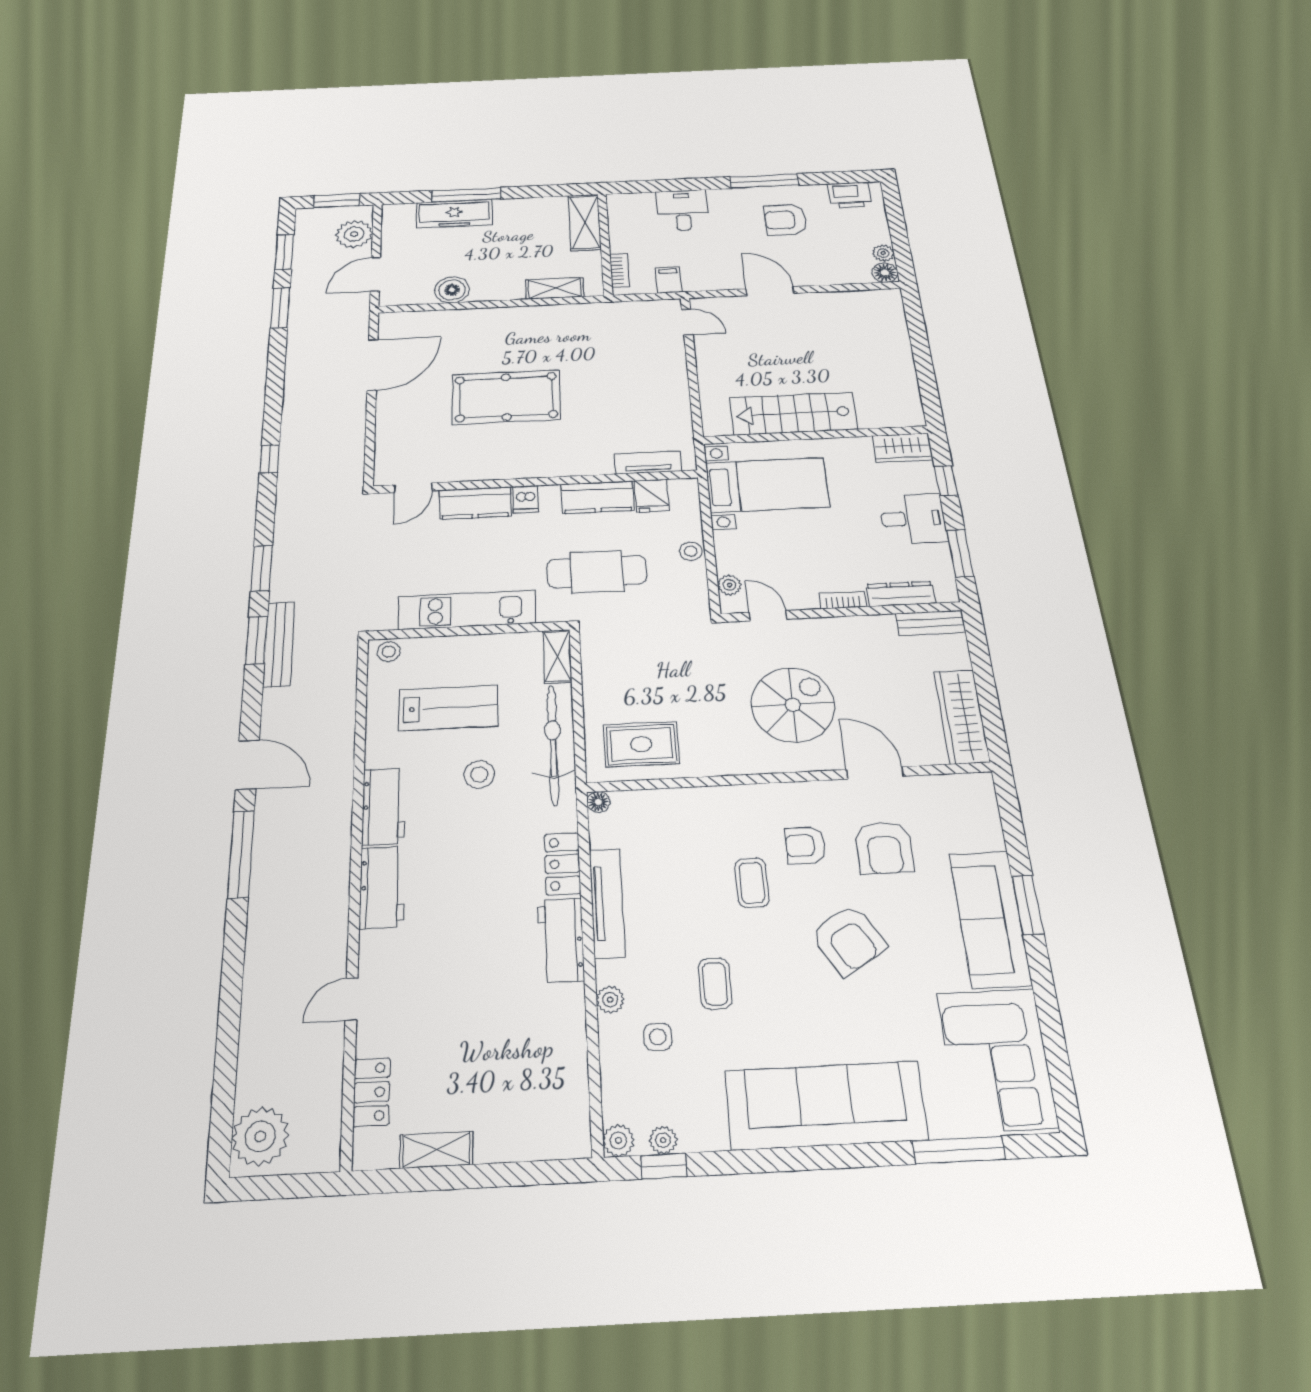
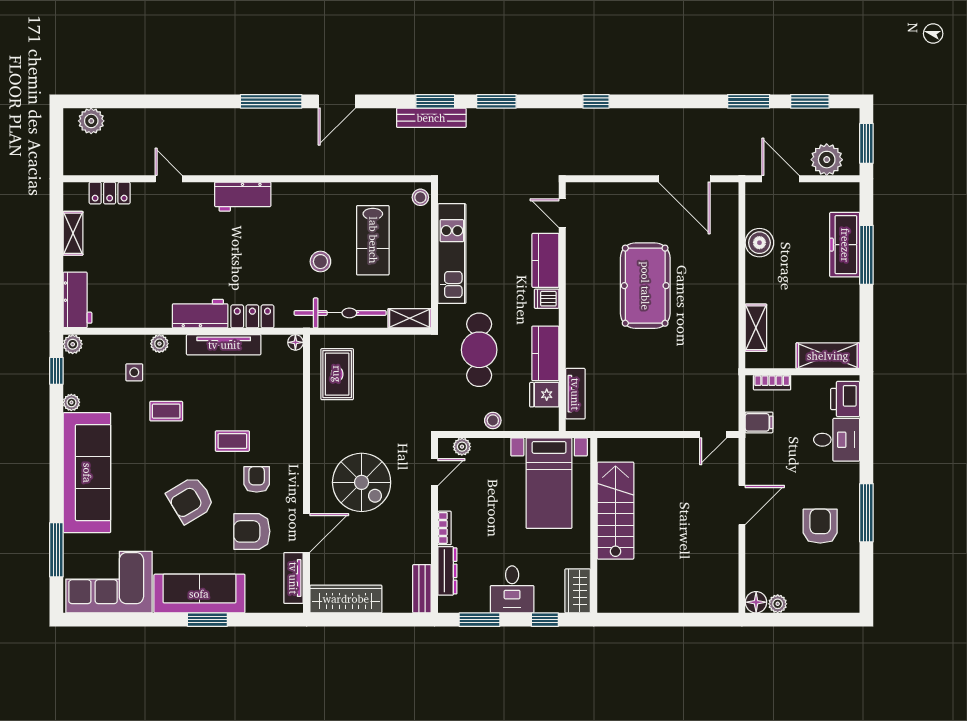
printer: (850, 195) -> (845, 399), moved
tv unit: (944, 787) -> (293, 578), added
workbench: (384, 806) -> (77, 300), moved, turned -90
plant: (260, 1136) -> (91, 121), width x0.73, depth x0.73
plant: (663, 1140) -> (71, 402), moved

